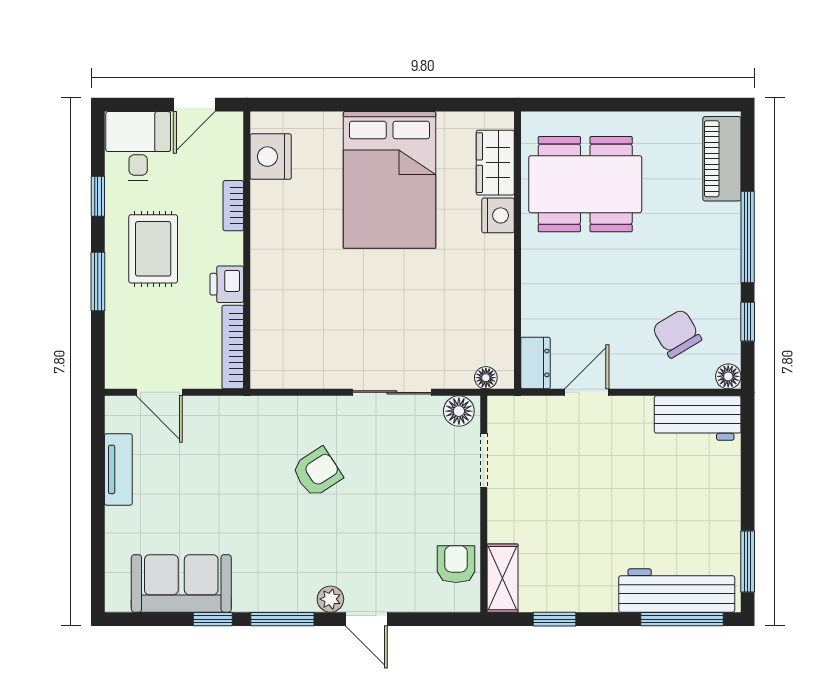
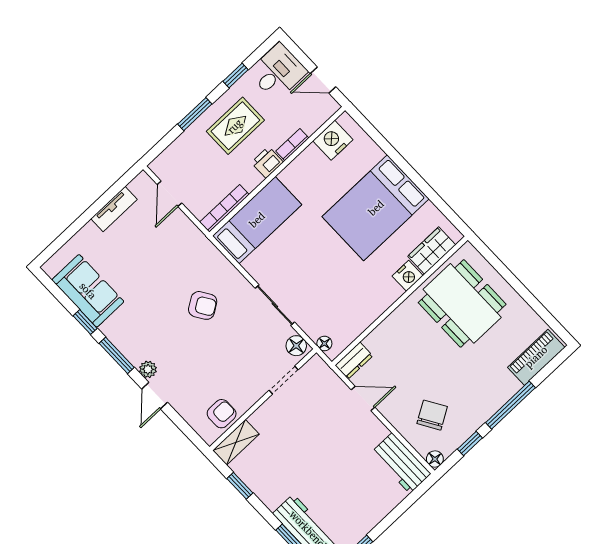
printer: (227, 284) -> (267, 162), moved
bed: (280, 323) -> (257, 220), added

